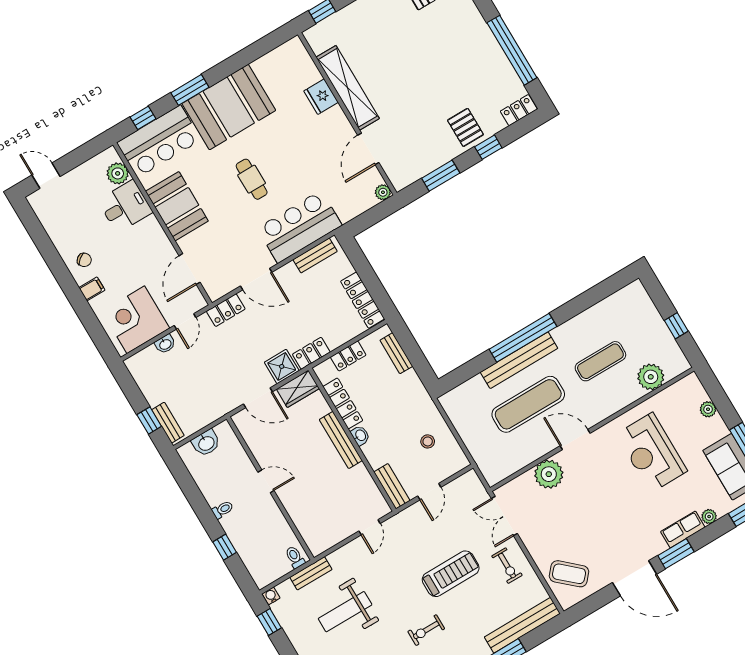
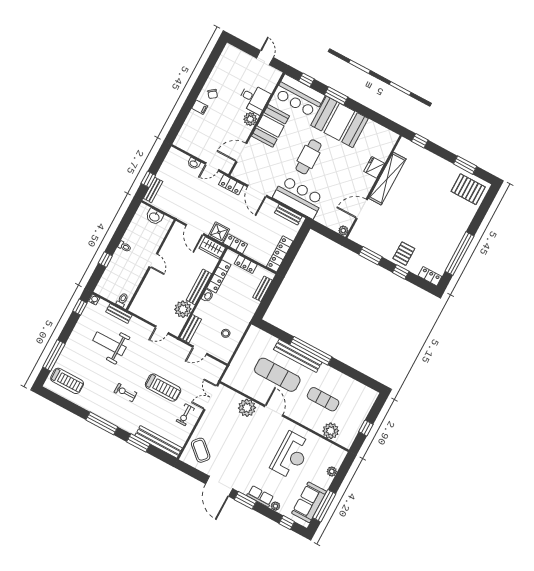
plant: (118, 173) -> (250, 119), moved
door: (46, 176) -> (265, 58), moved
cafe table: (252, 179) -> (309, 157), width x1.37, depth x1.35
corner desk: (136, 320) -> (197, 140), removed
reception desk: (652, 453) -> (291, 455), turned 180
plant: (358, 481) -> (183, 309), added

